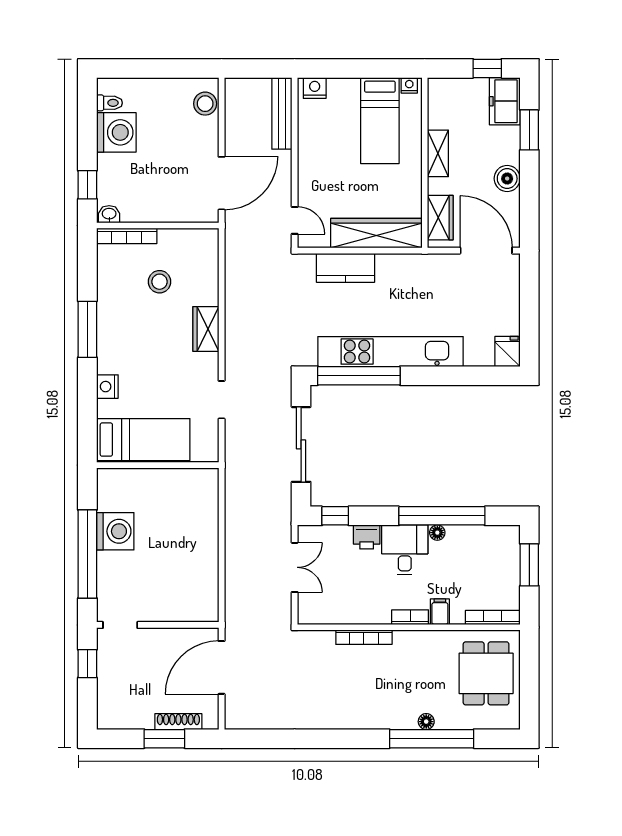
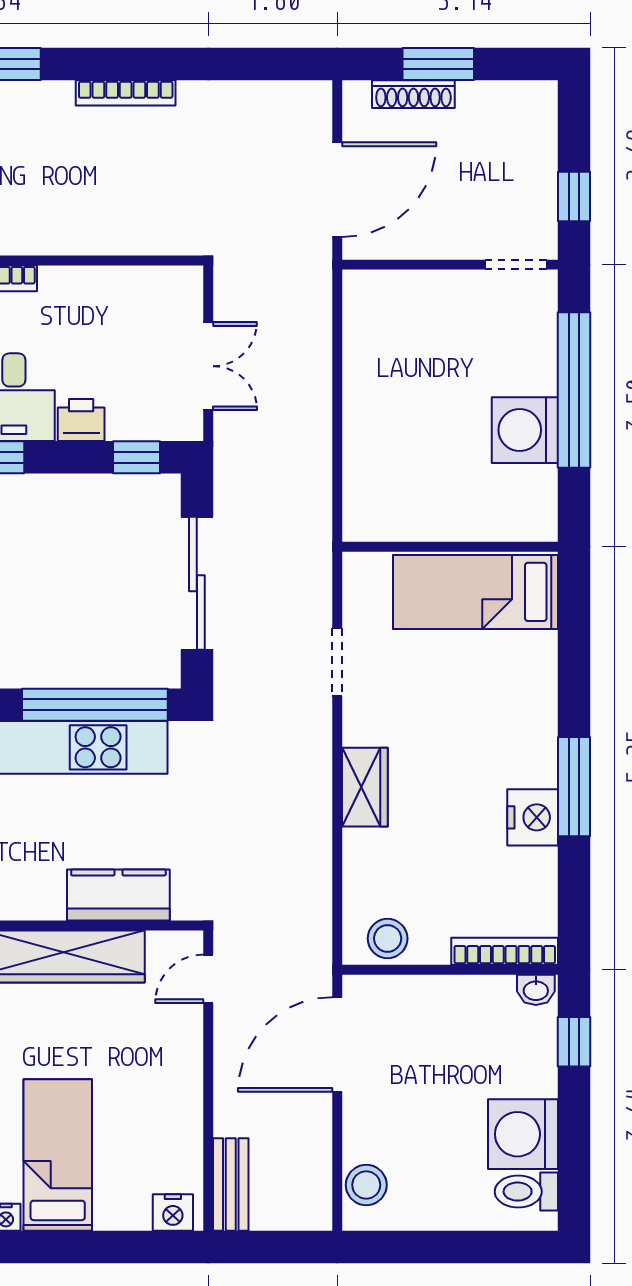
toilet: (109, 103) -> (526, 1192), width x1.37, depth x1.39
bench: (282, 113) -> (231, 1185), width x0.73
door: (295, 220) -> (208, 979), hinge flipped
stool: (160, 282) -> (388, 938), moved
nightstand: (107, 387) -> (533, 817), moved, width x1.36, depth x1.33
double door: (295, 567) -> (208, 366), swing flipped
bookcase: (364, 637) -> (126, 93), moved, turned 180

